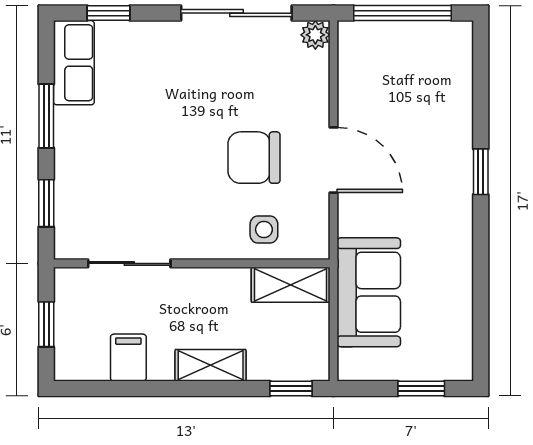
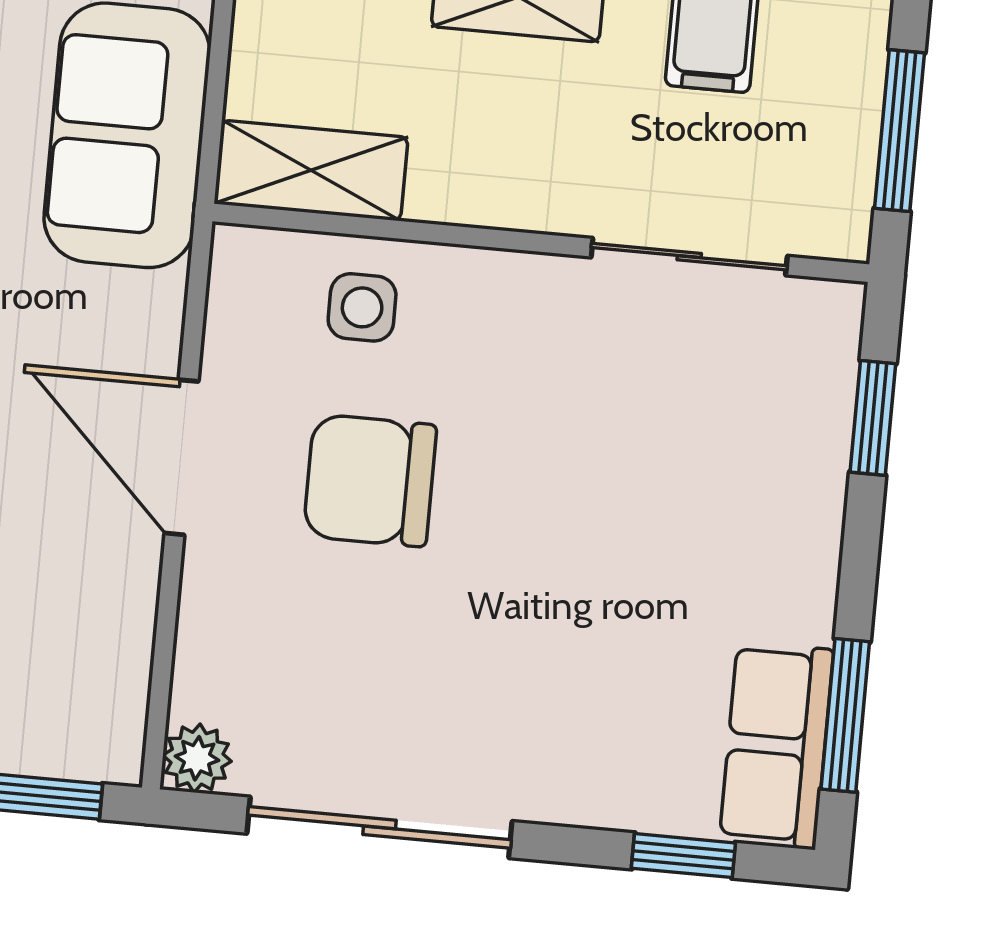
window: (46, 116) -> (845, 715), moved
chair: (254, 158) -> (370, 480), turned 180
window: (46, 324) -> (900, 131), width x1.50

